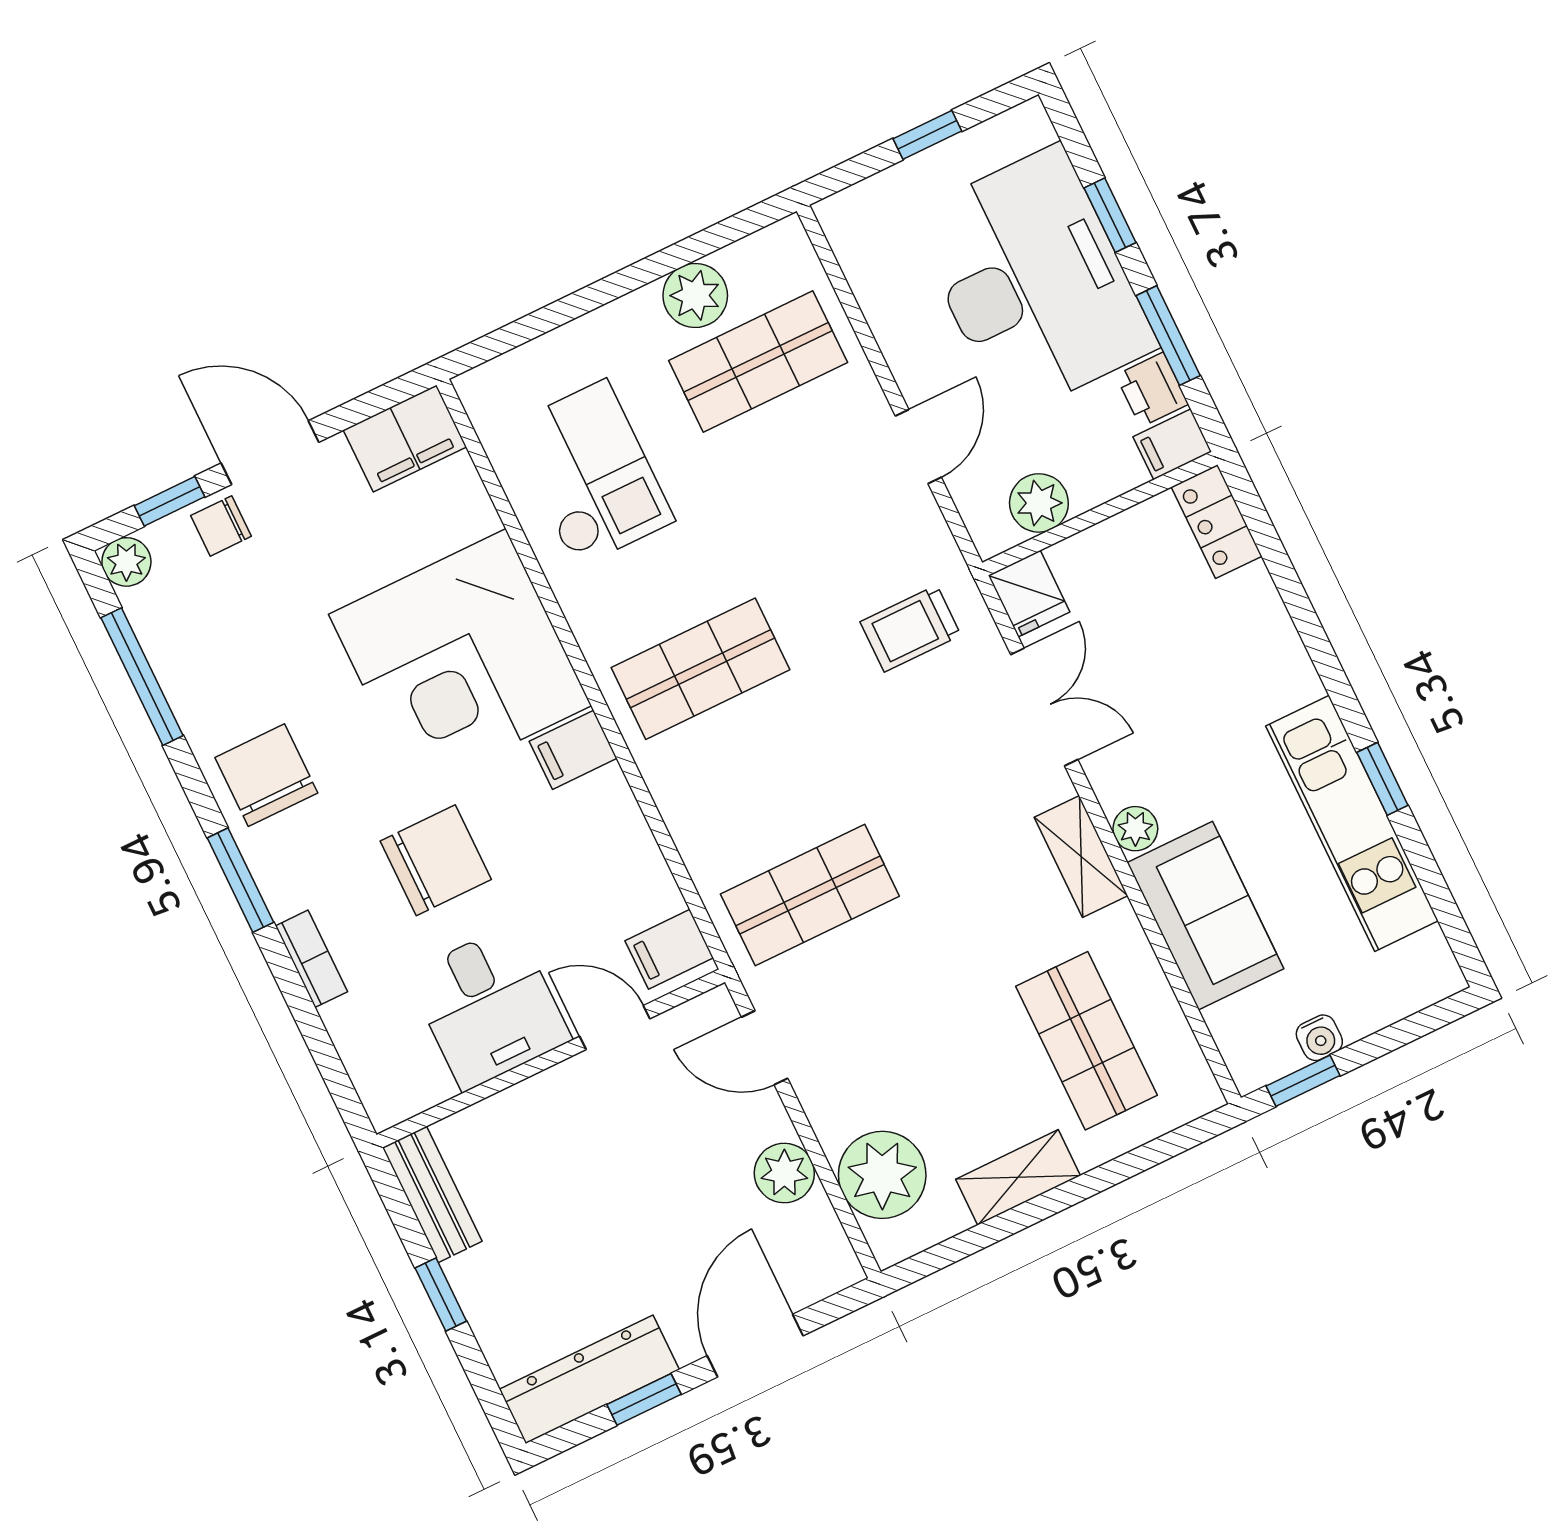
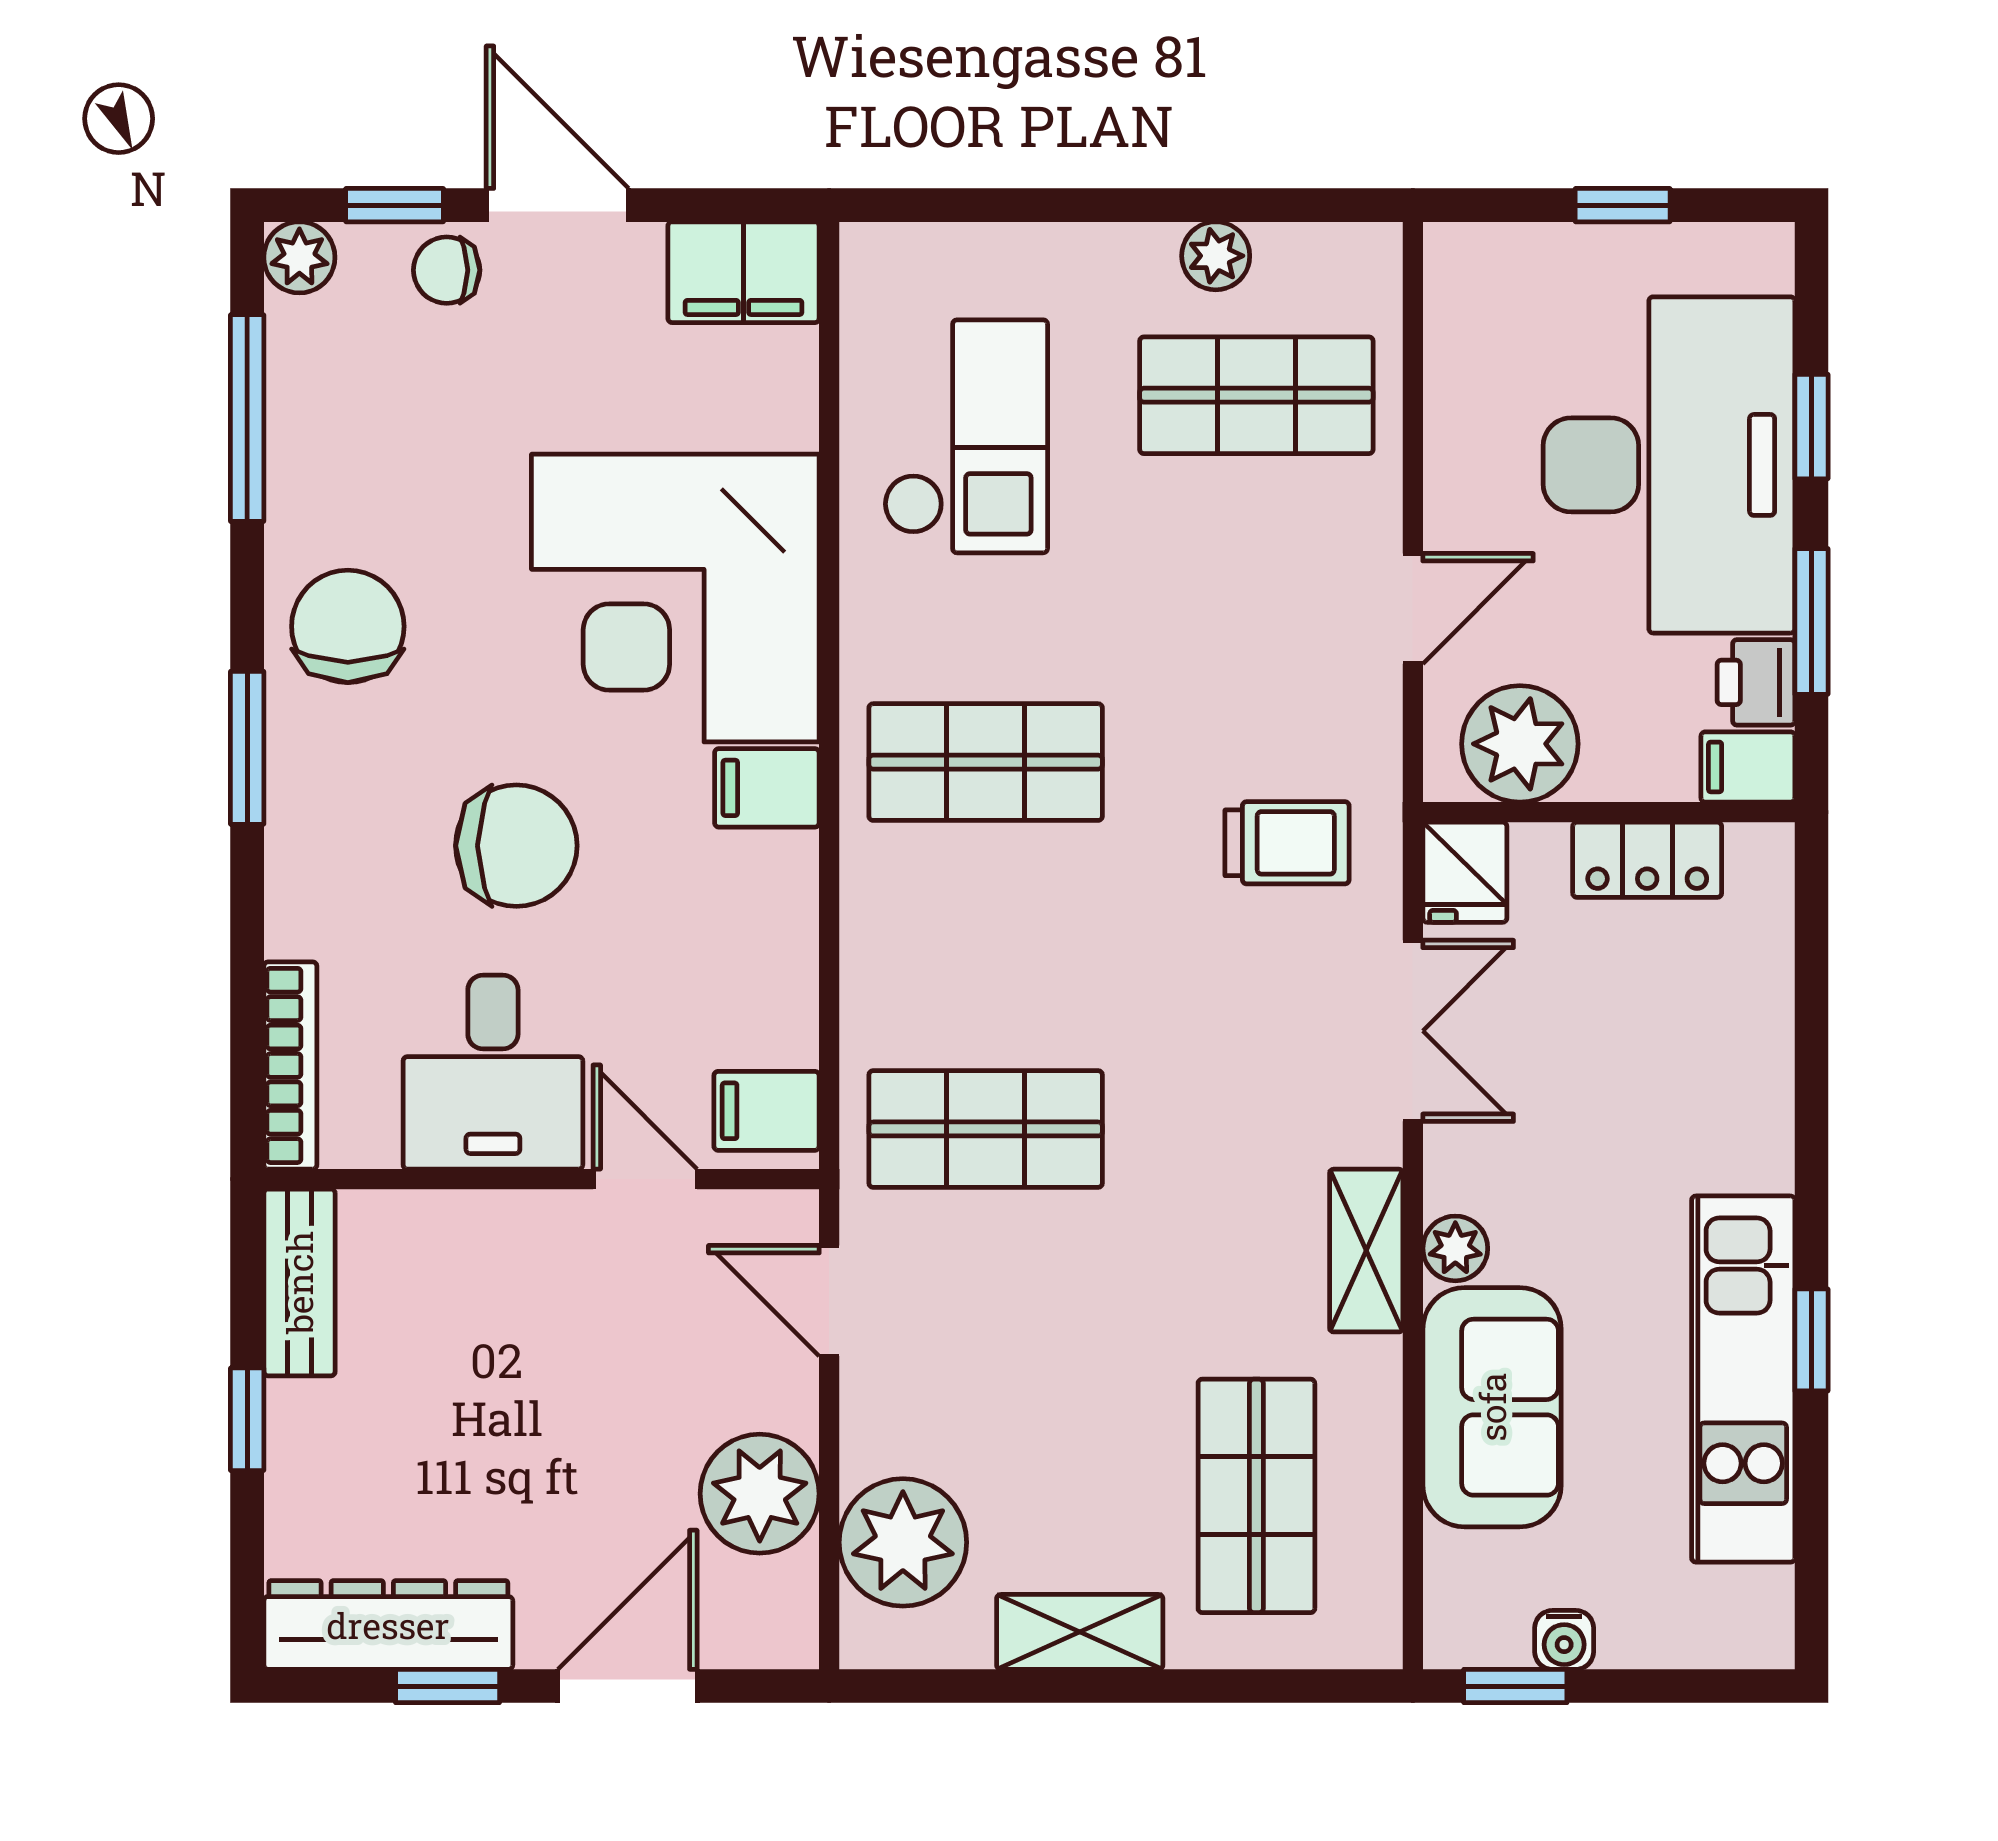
plant: (695, 295) -> (1216, 256), width x0.73, depth x0.73
plant: (1039, 503) -> (1520, 744), width x1.36, depth x1.36
locker: (1217, 522) -> (1647, 860), moved, turned -90
trolley: (911, 629) -> (1287, 843), turned 180
bookcase: (311, 959) -> (290, 1065), moved, width x1.56
plant: (784, 1173) -> (760, 1494), width x1.36, depth x1.36

